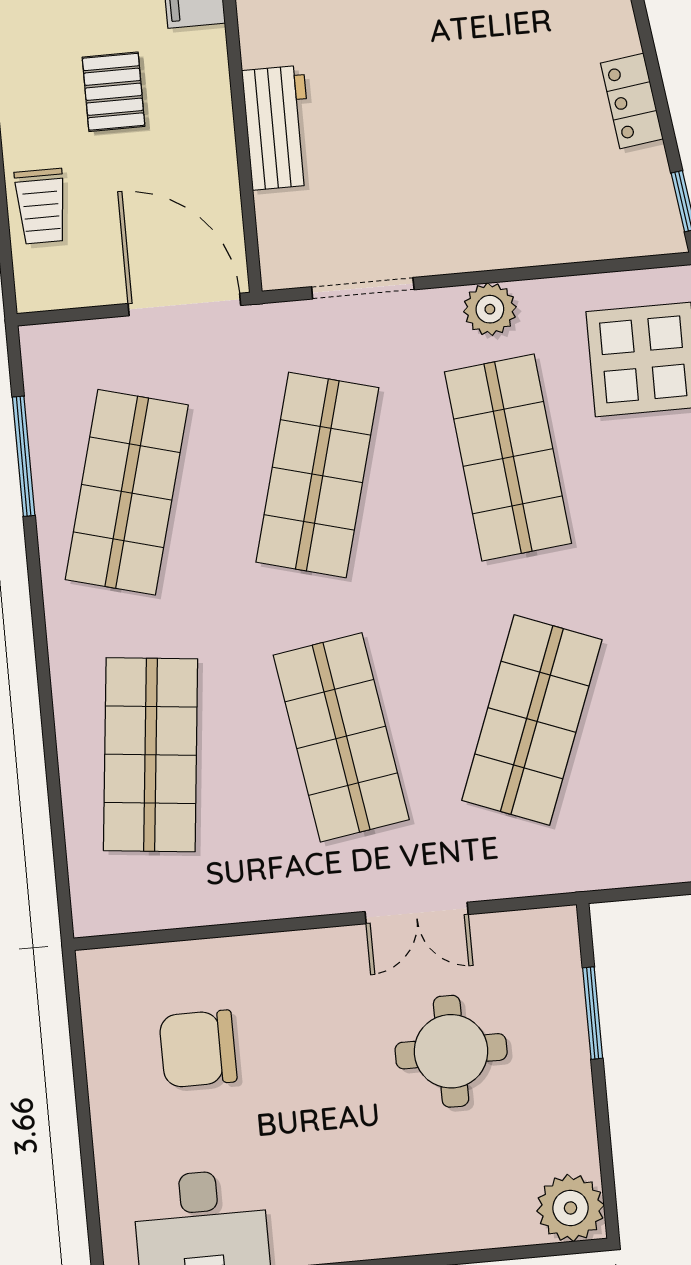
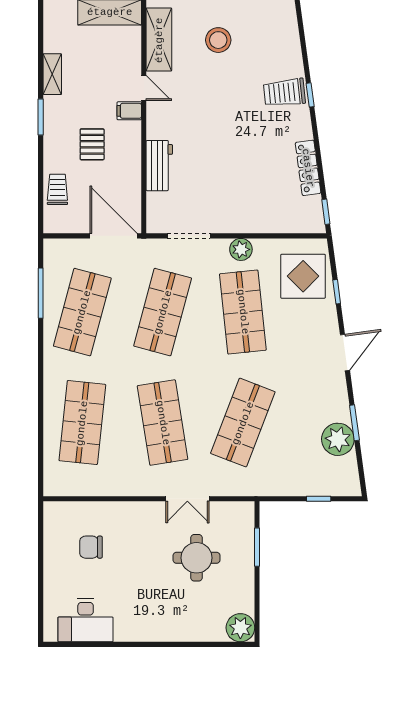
locker: (632, 101) -> (308, 168), width x1.53
trolley: (41, 206) -> (57, 189), turned 180
chair: (198, 1049) -> (91, 547), width x0.73, depth x0.73

